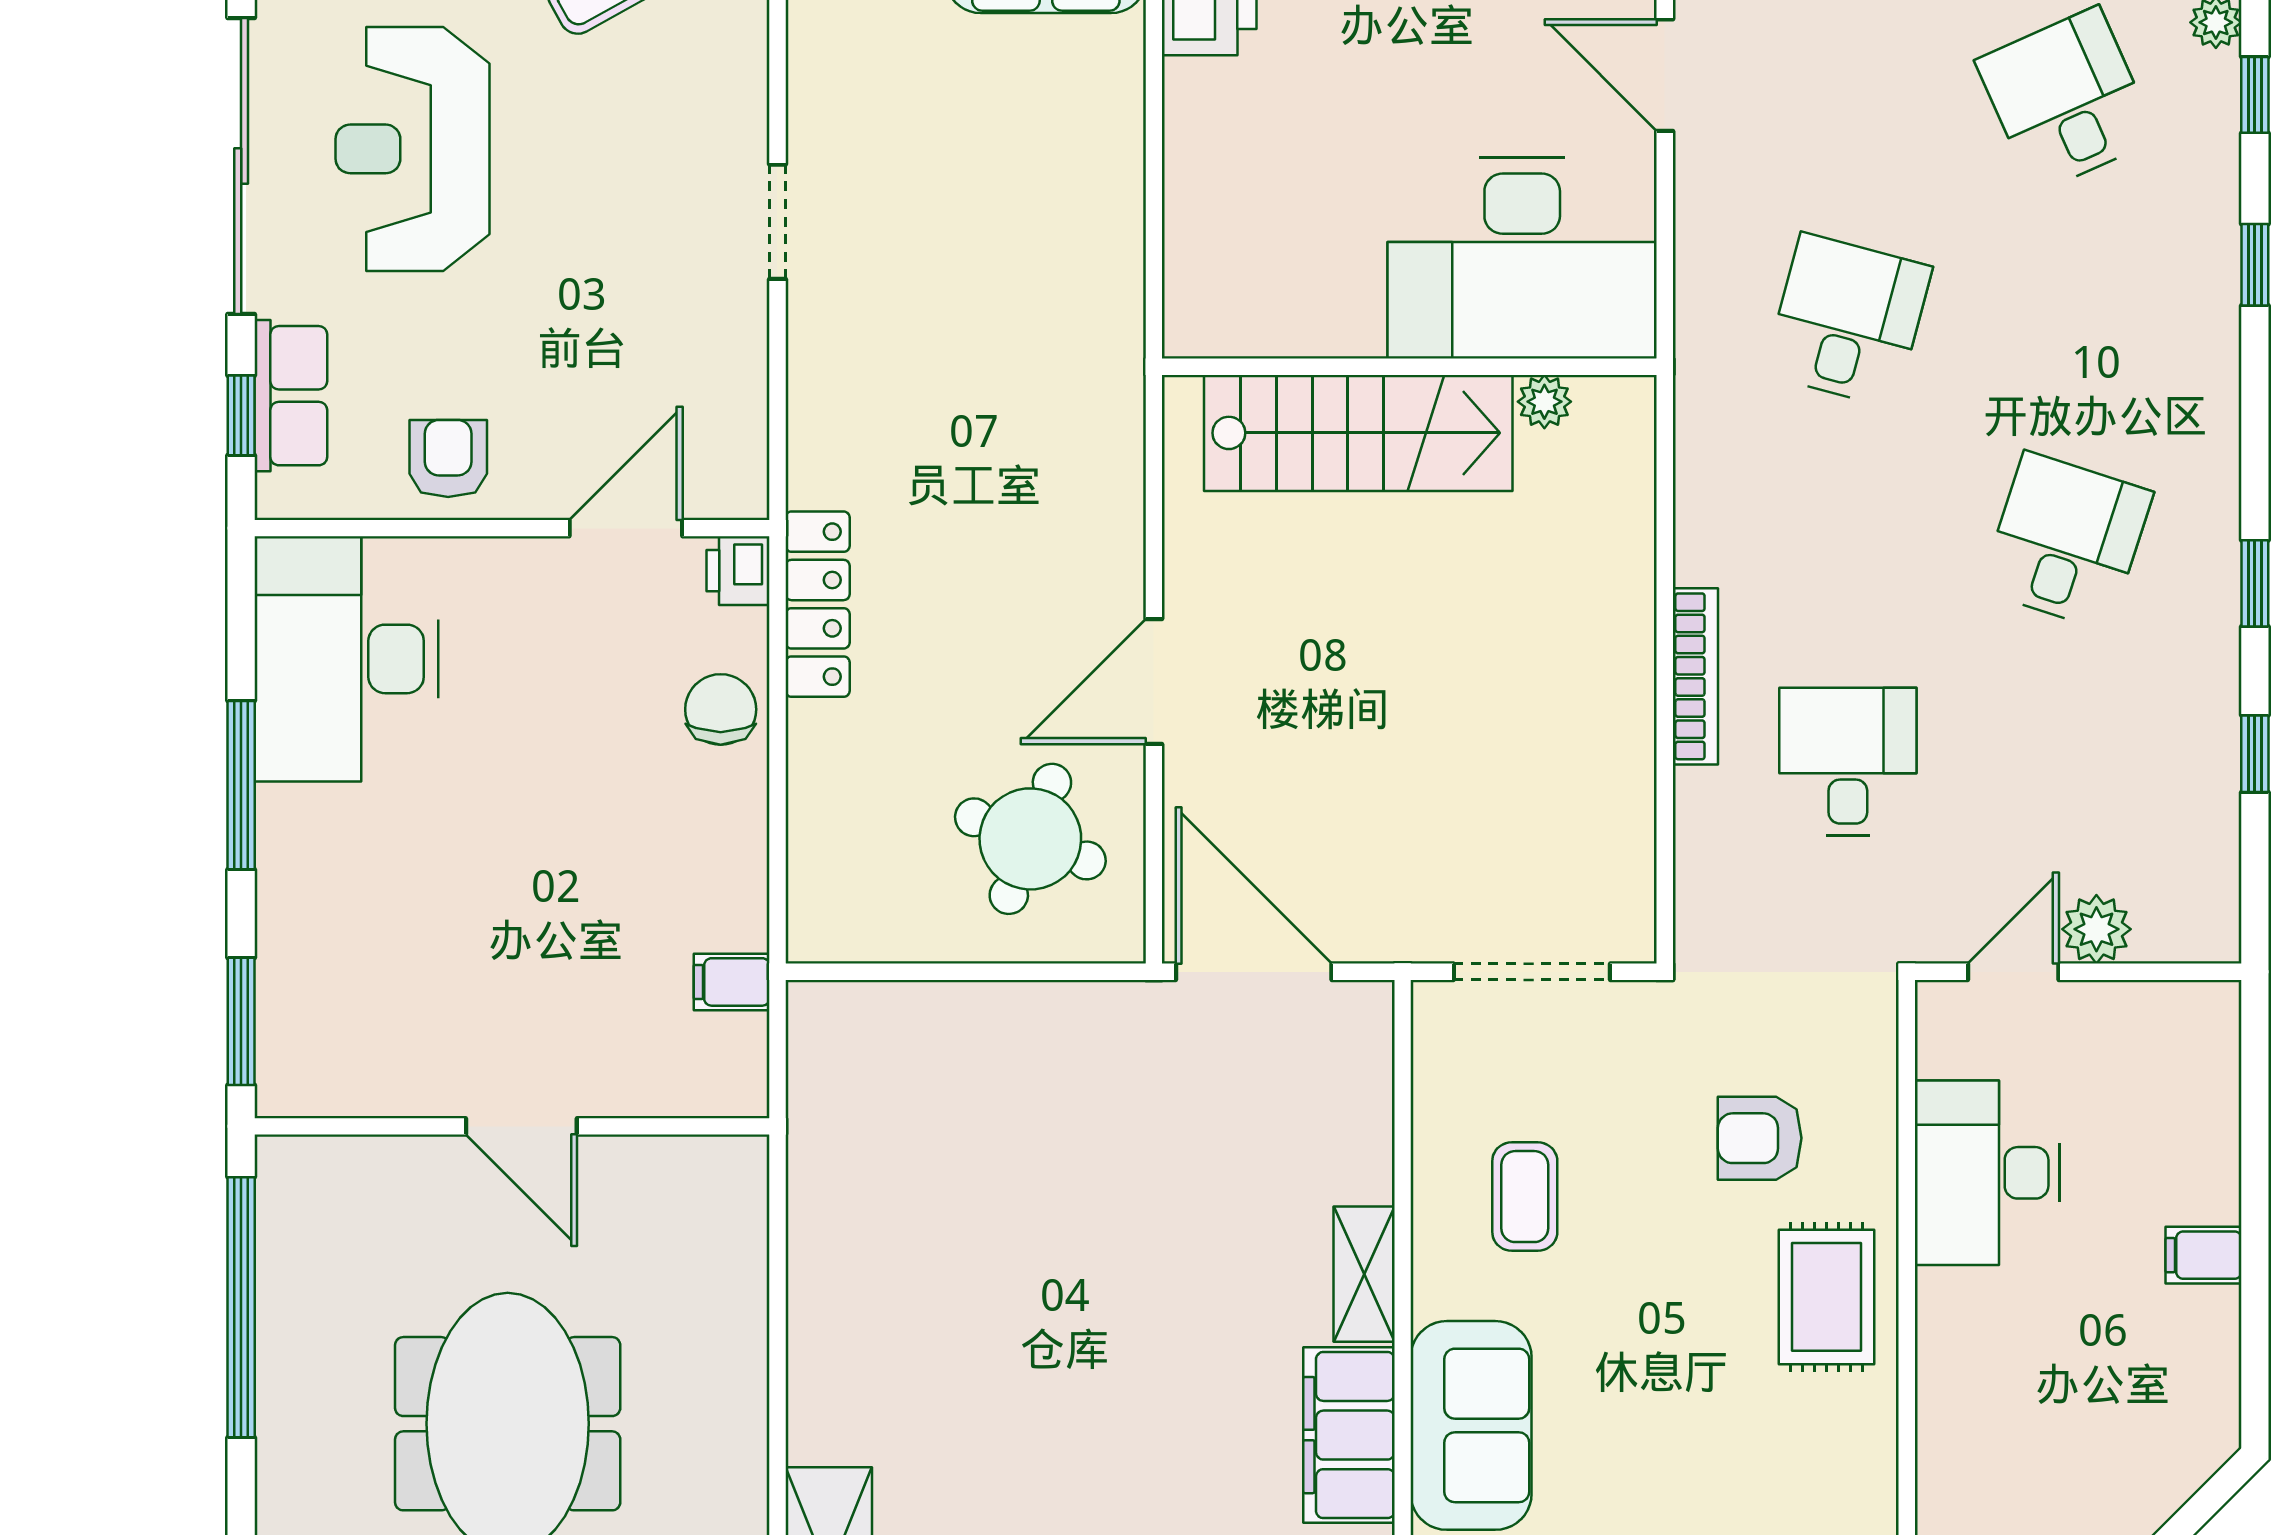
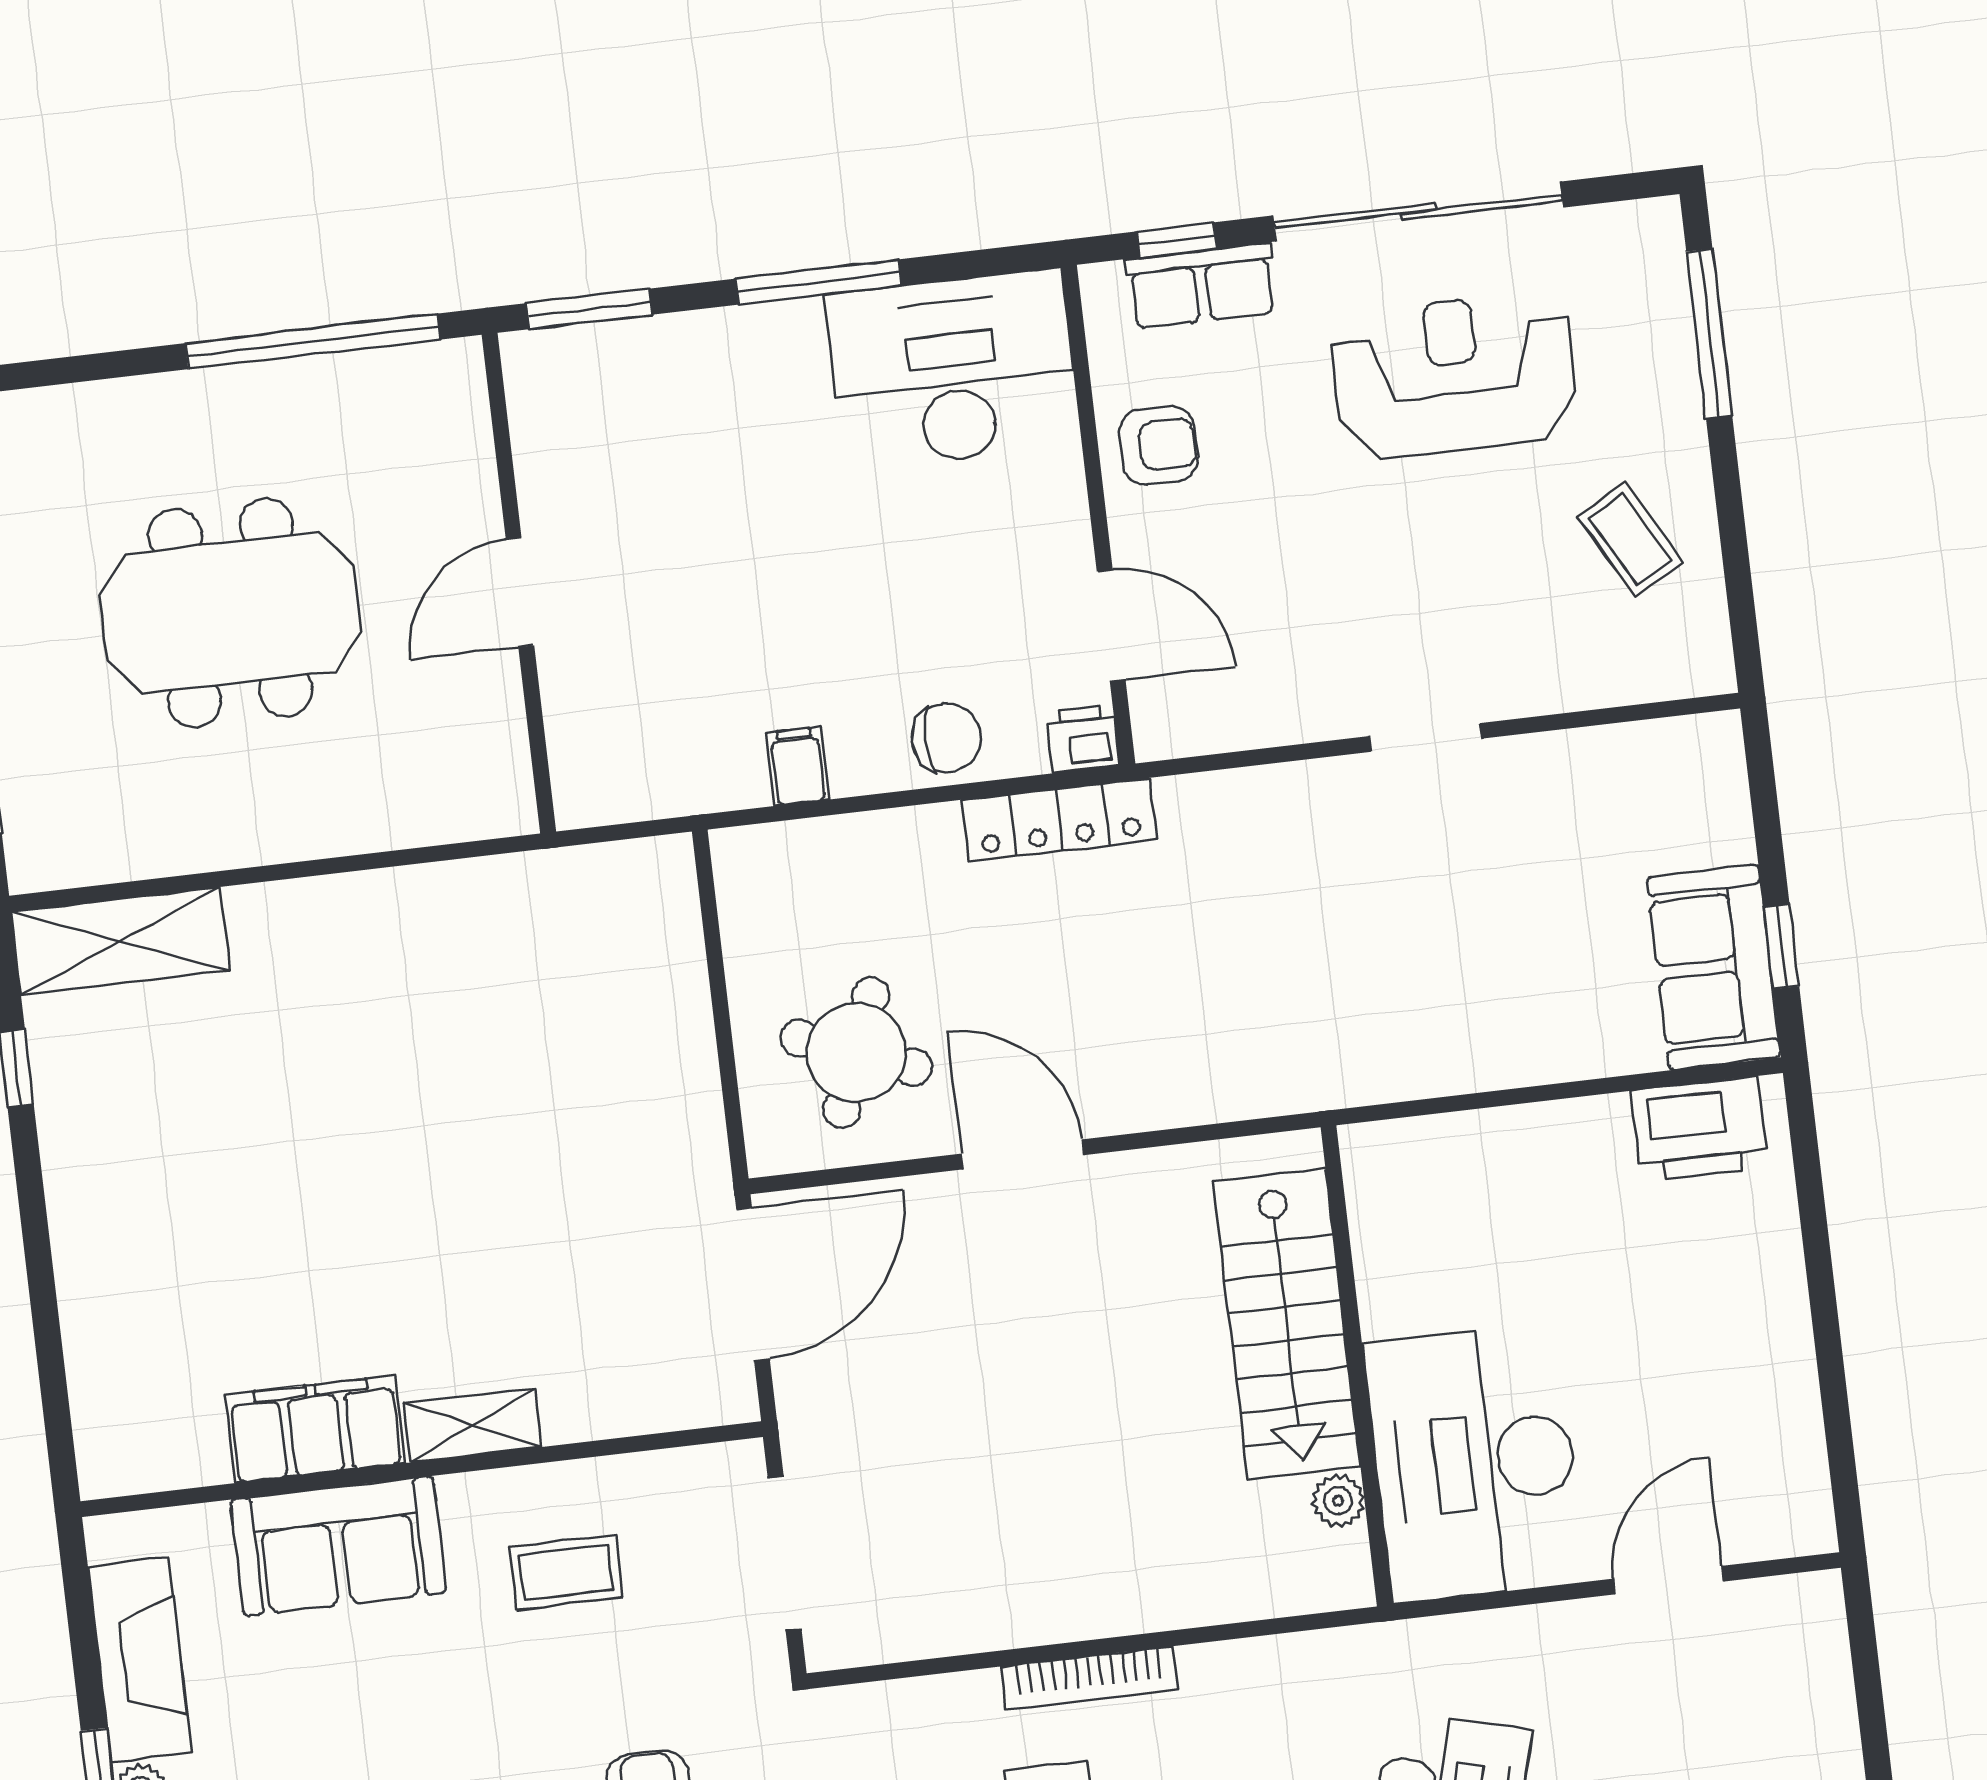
filing cabinet: (732, 982) -> (798, 766), moved

